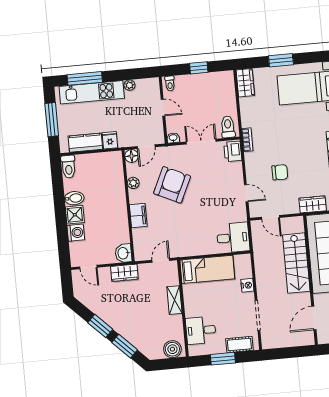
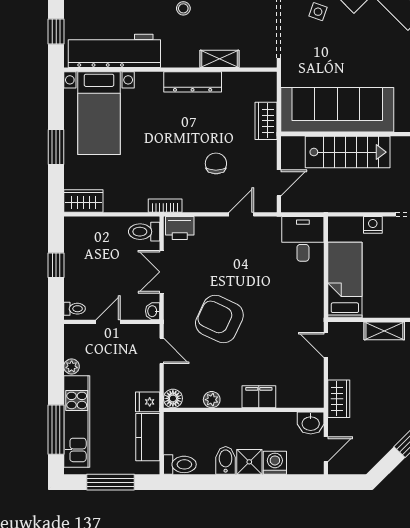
floor lamp: (132, 156) -> (173, 398), moved
plant: (133, 183) -> (212, 400), moved
wall: (128, 206) -> (244, 410), moved
filing cabinet: (138, 216) -> (259, 397), moved
washbasin: (123, 253) -> (311, 423), moved

